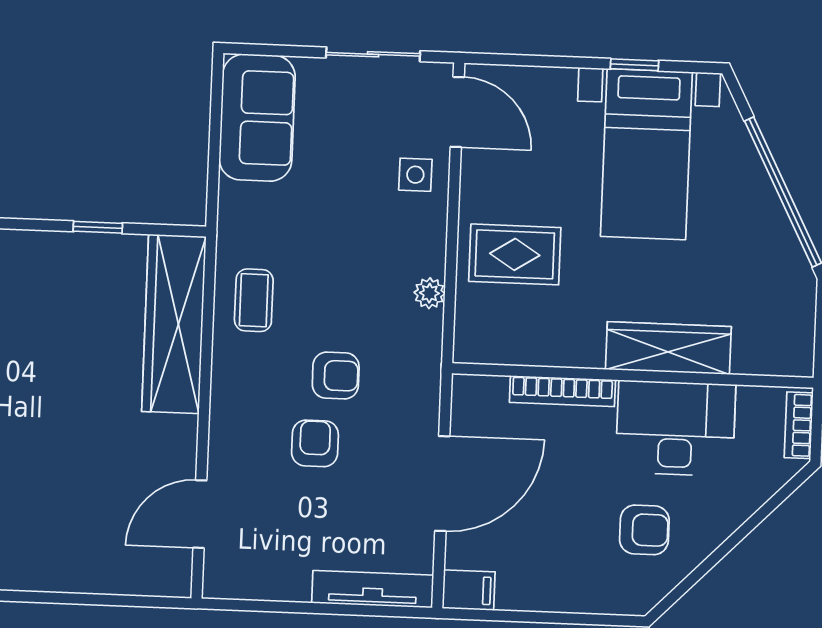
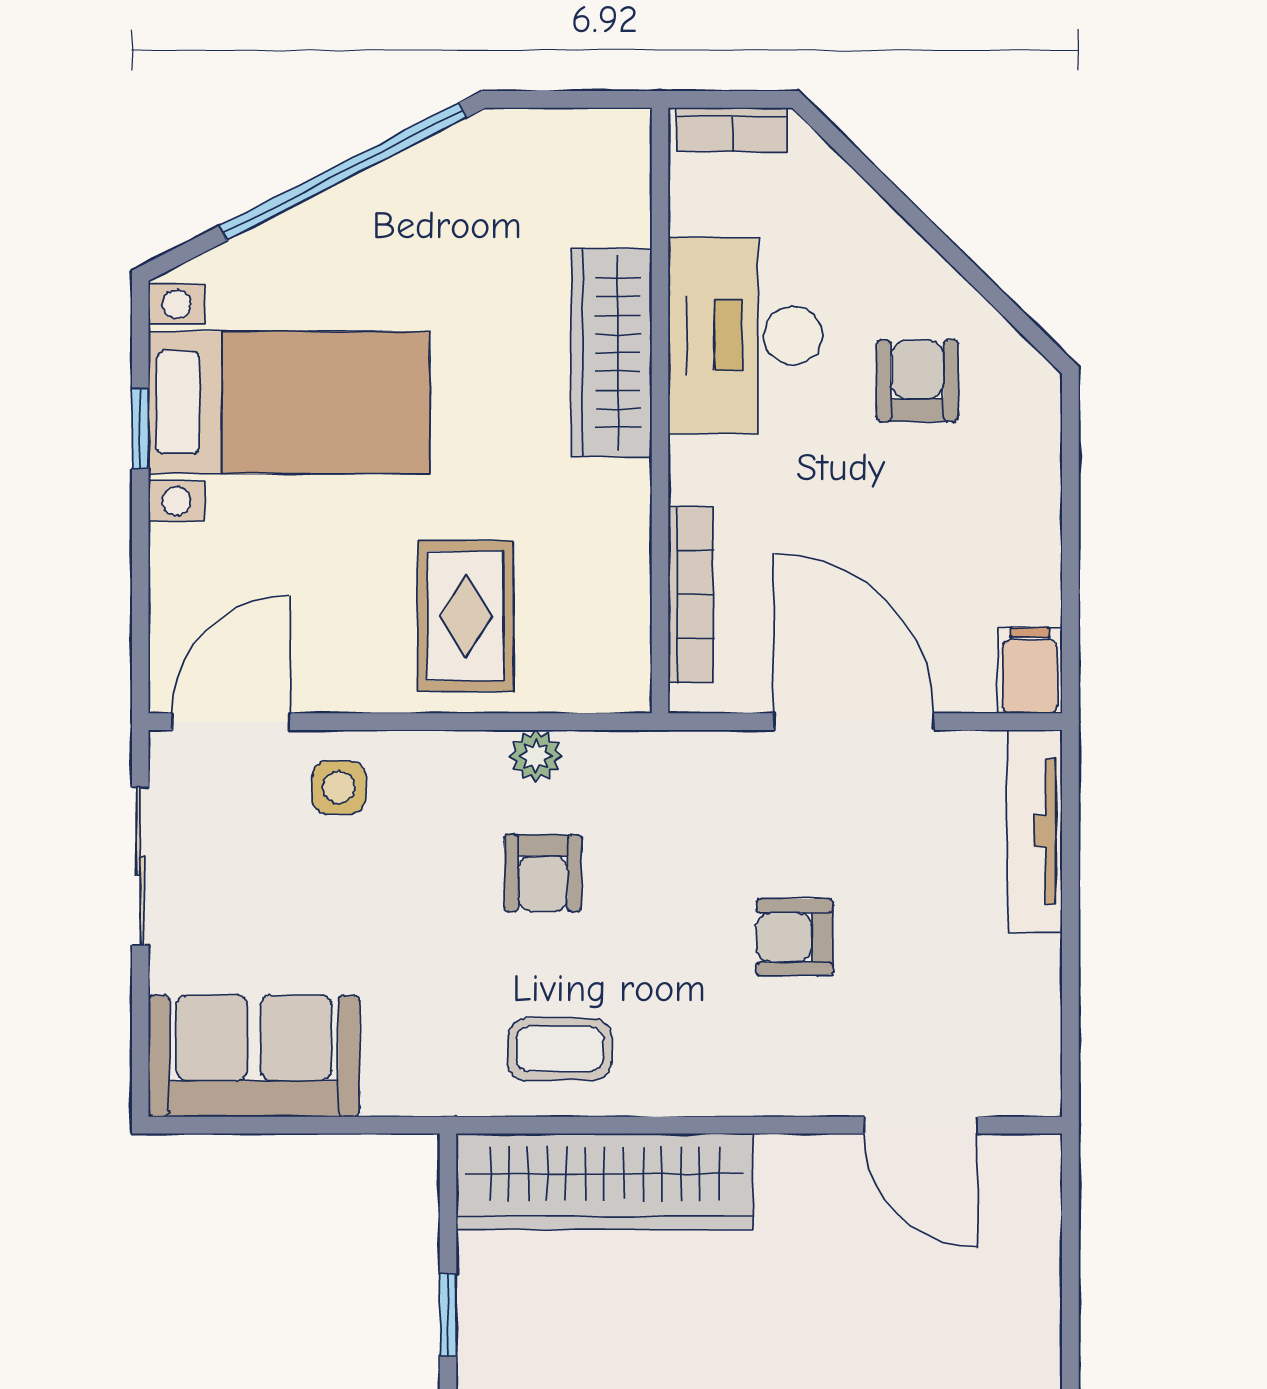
armchair: (336, 376) -> (543, 873), moved, turned 180
bookcase: (562, 391) -> (691, 594), moved

